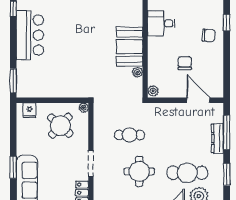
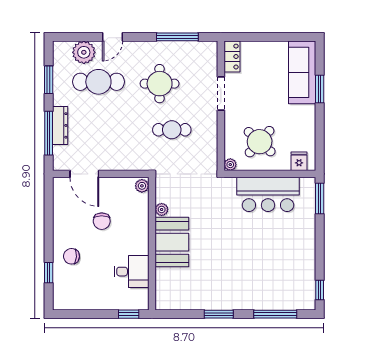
bar counter: (30, 35) -> (268, 194), moved, turned -90

